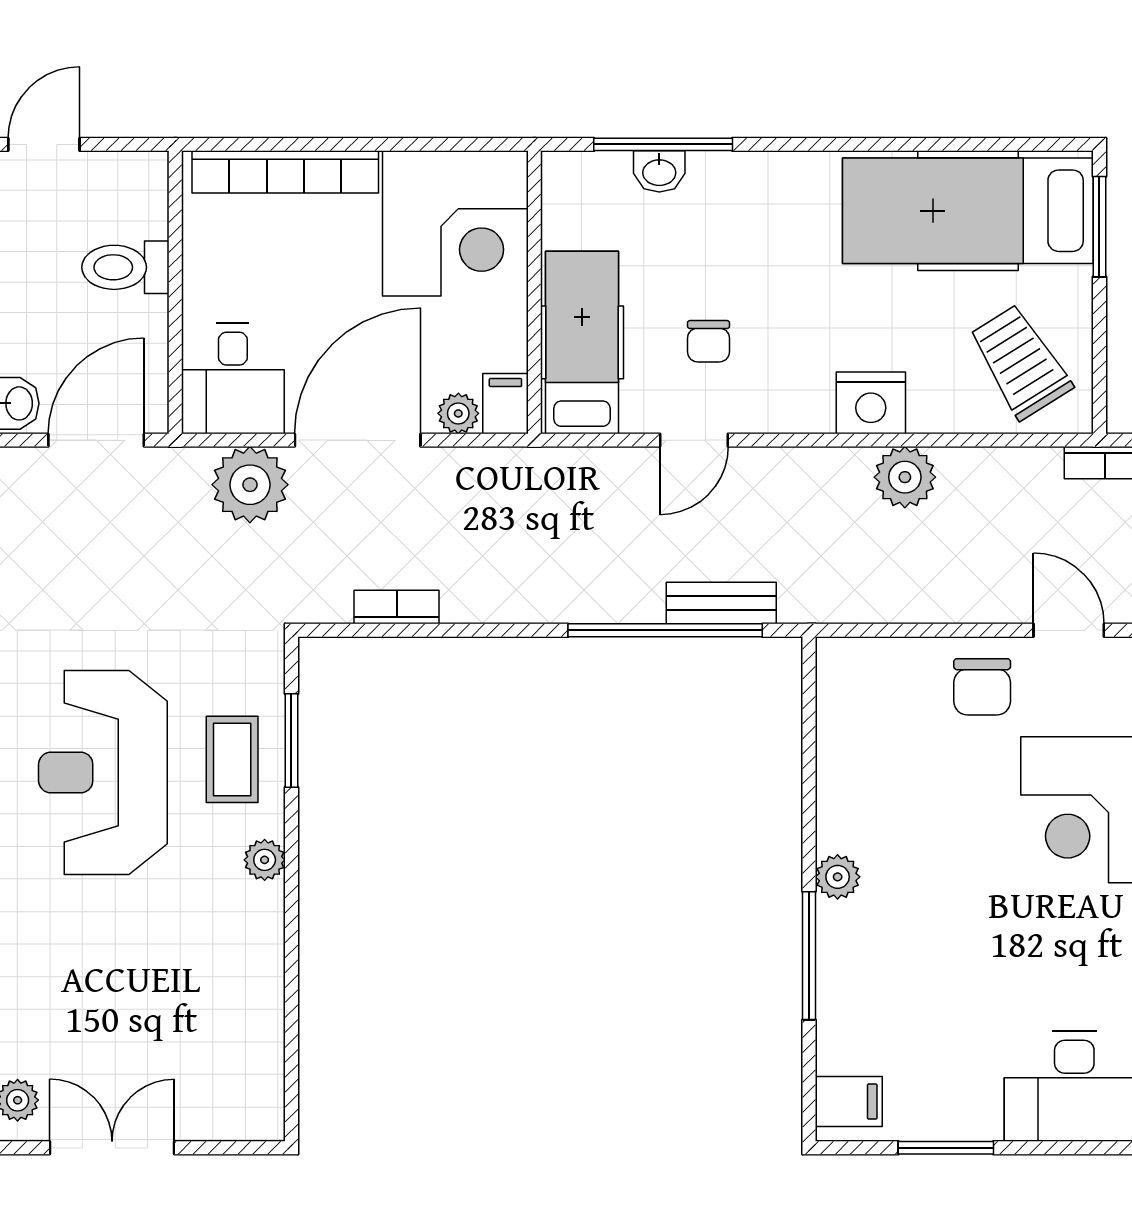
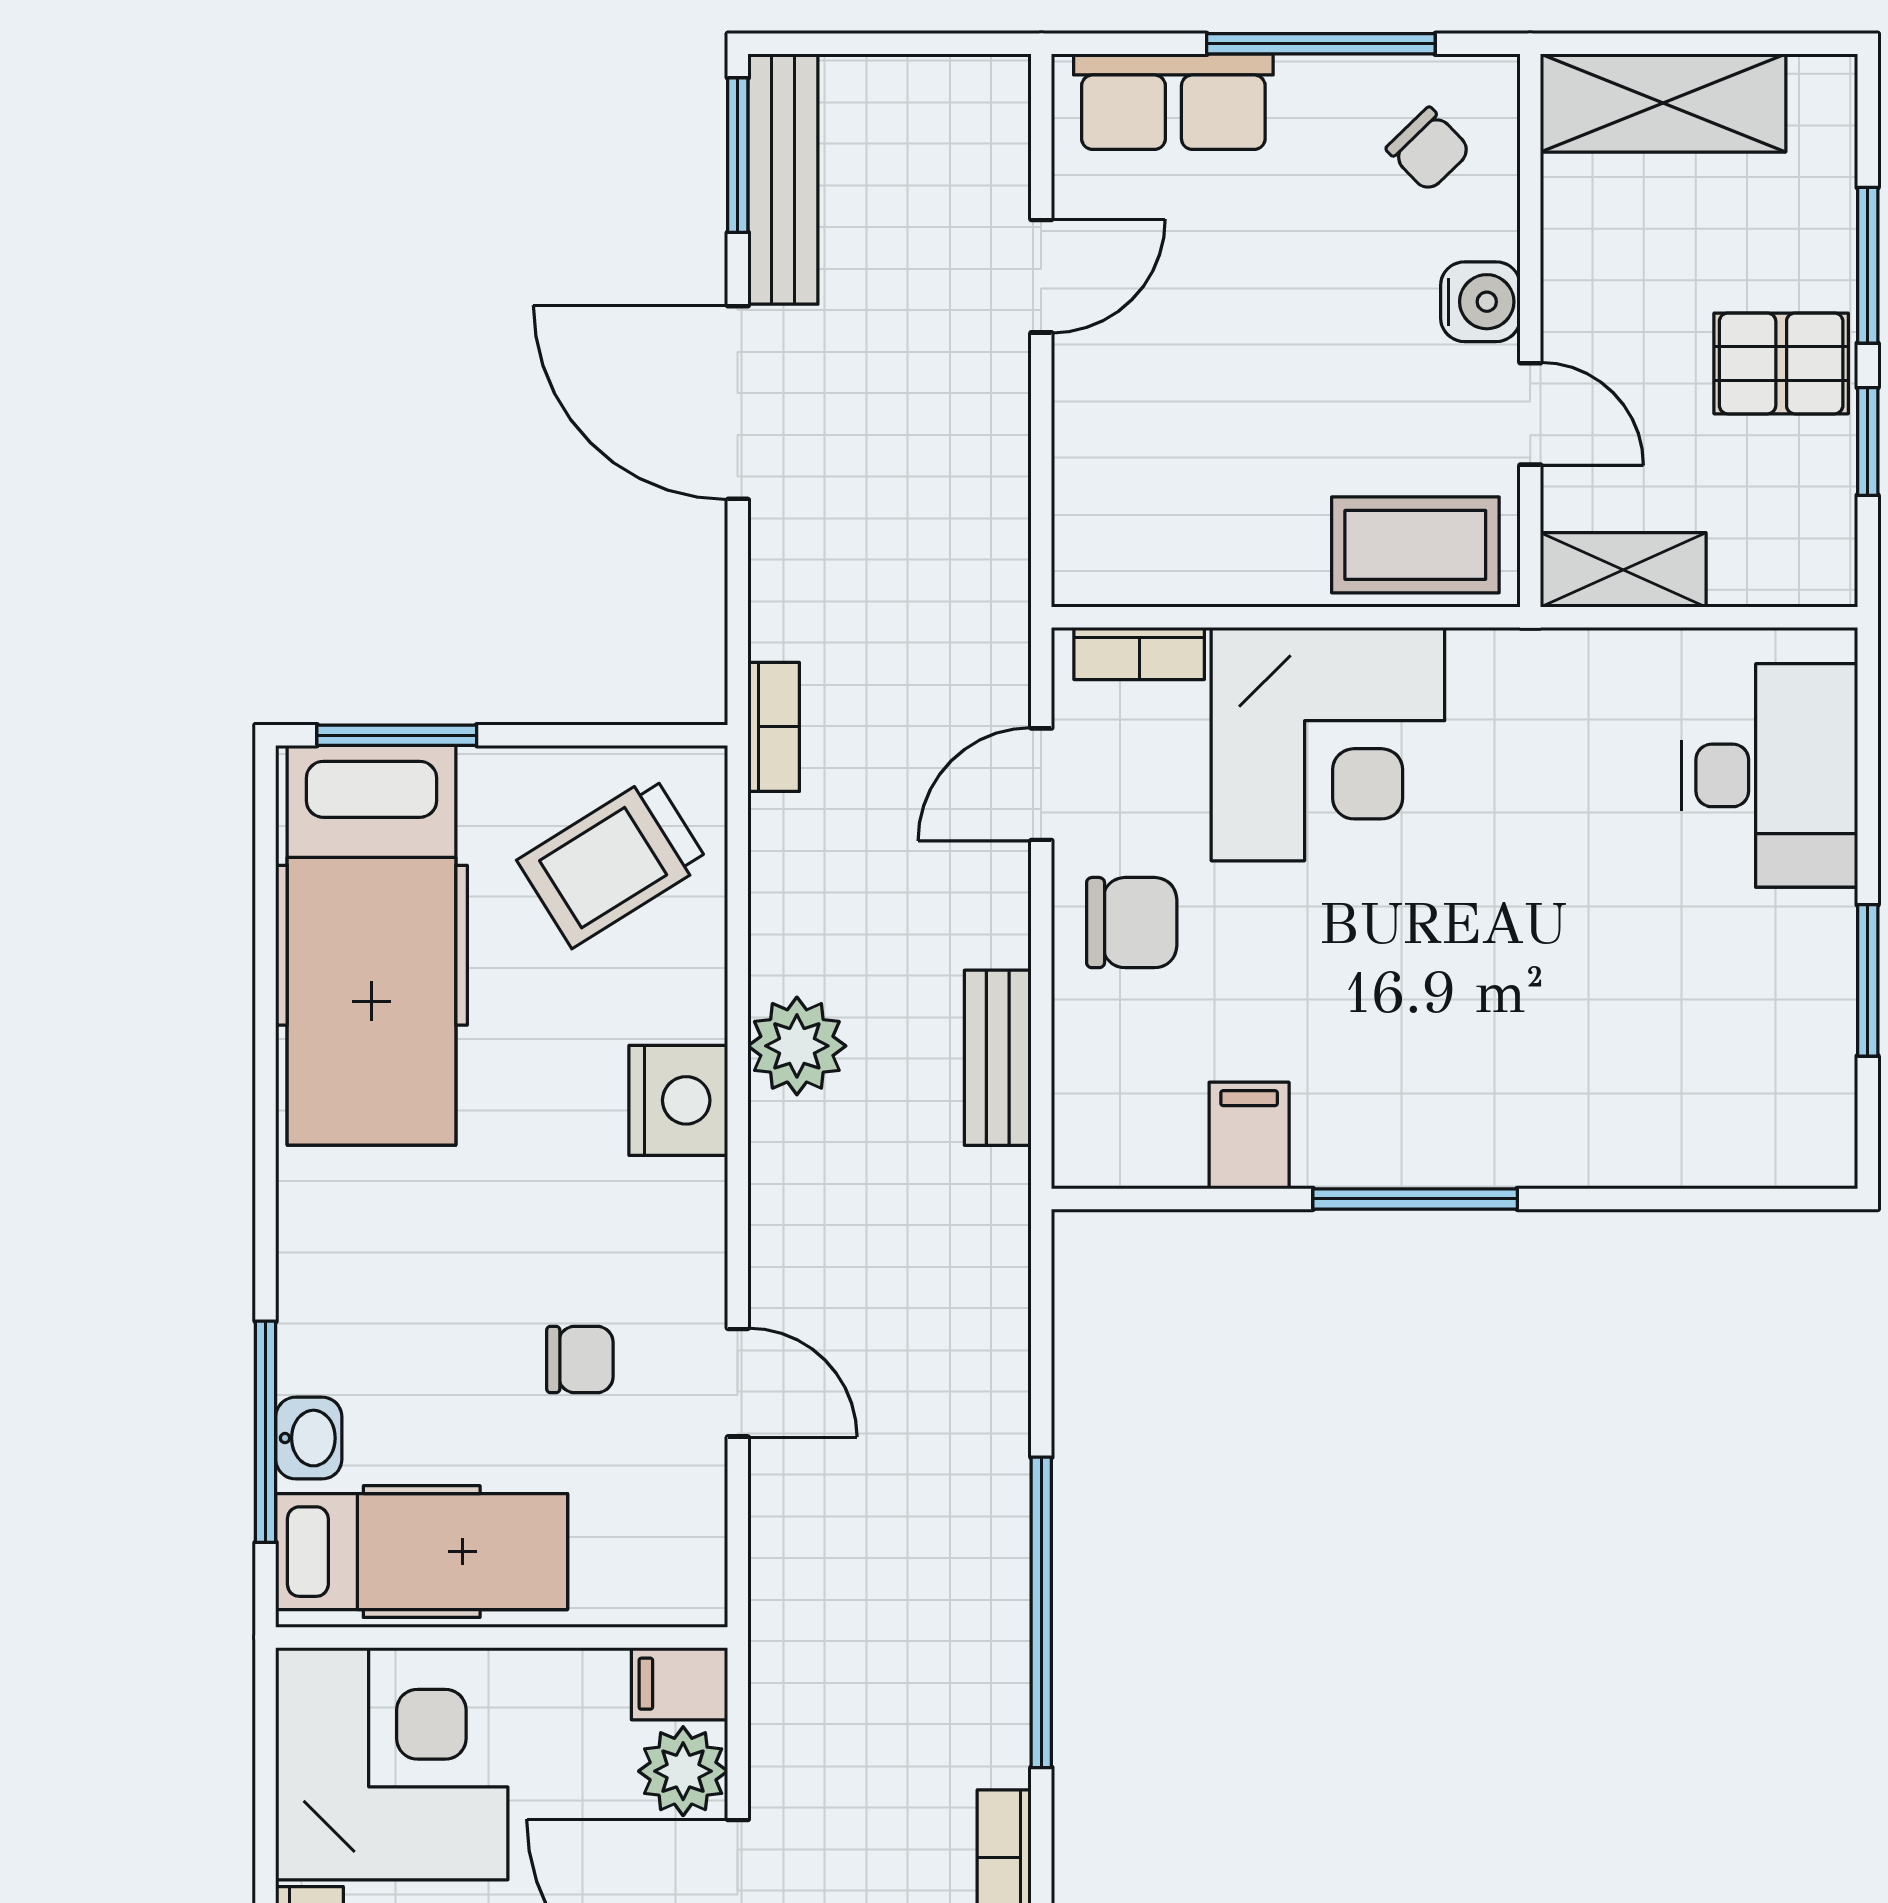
hospital bed: (582, 342) -> (422, 1552), moved, turned 180
plant: (458, 413) -> (683, 1771), width x1.38, depth x1.38
bench: (721, 603) -> (998, 1058), moved
window: (665, 630) -> (1041, 1612), moved
plant: (838, 877) -> (1435, 1153), removed
window: (809, 956) -> (1415, 1199), moved
filing cabinet: (849, 1102) -> (1249, 1135), moved

